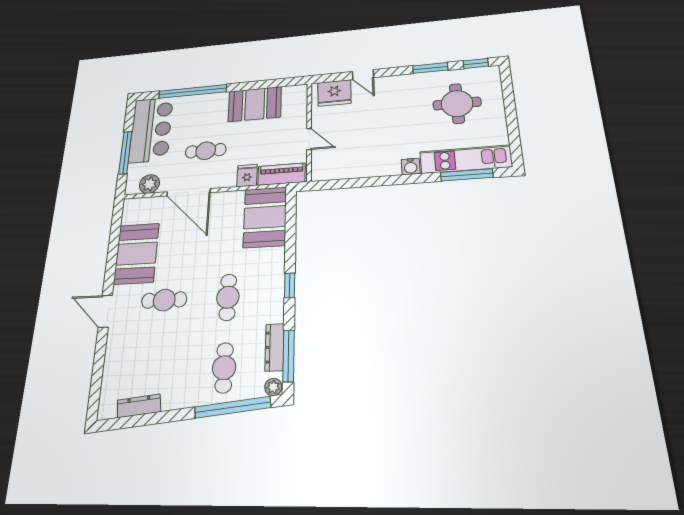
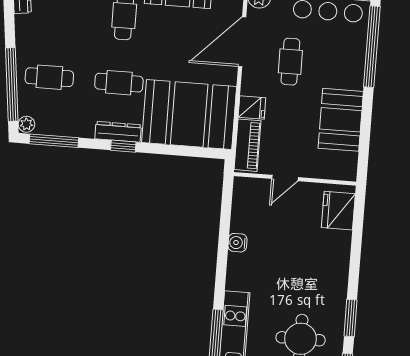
door: (363, 75) -> (356, 244), removed
water cooler: (411, 167) -> (237, 243), moved
booth: (265, 217) -> (189, 114), width x1.36, depth x1.42
dresser: (275, 347) -> (118, 132), moved

